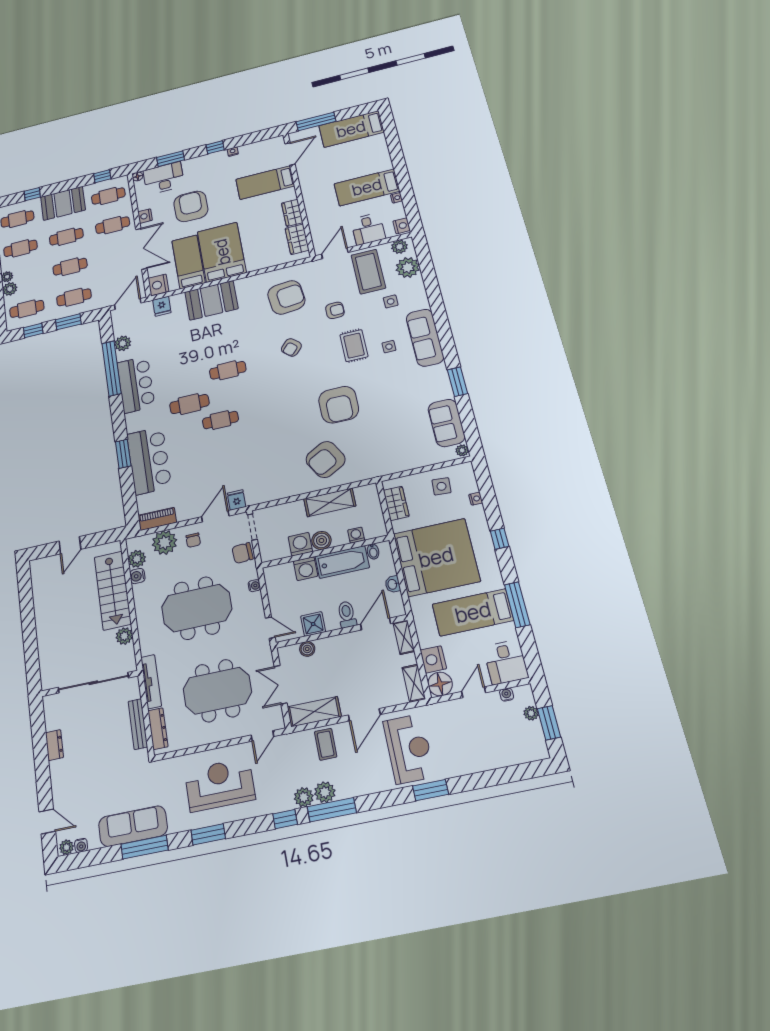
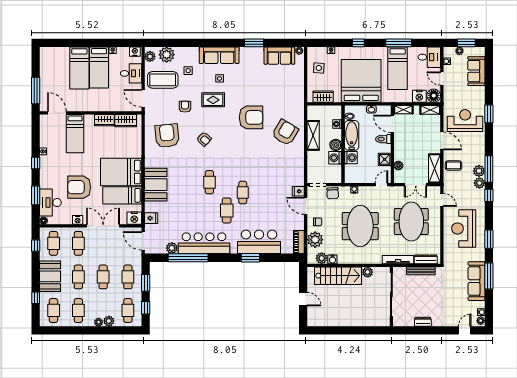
bed: (351, 129) -> (79, 68), moved
bar counter: (136, 385) -> (204, 243), width x1.36
armchair: (326, 459) -> (285, 133), turned -120
sofa: (502, 751) -> (476, 71), added

